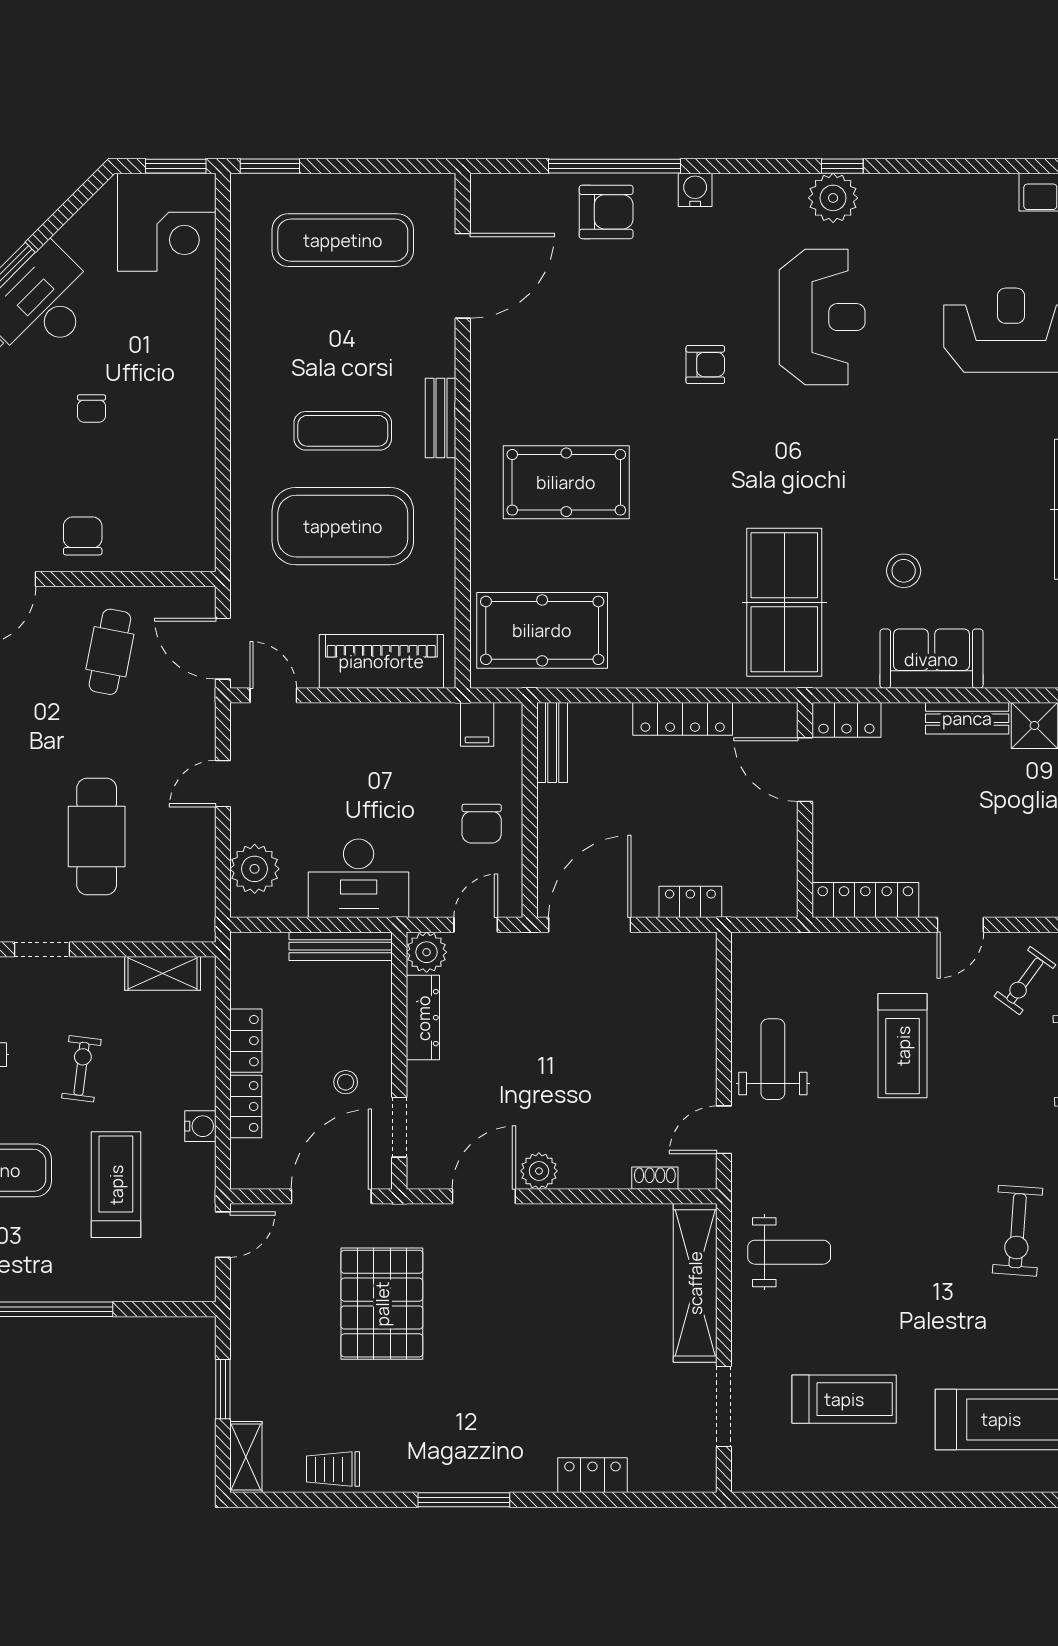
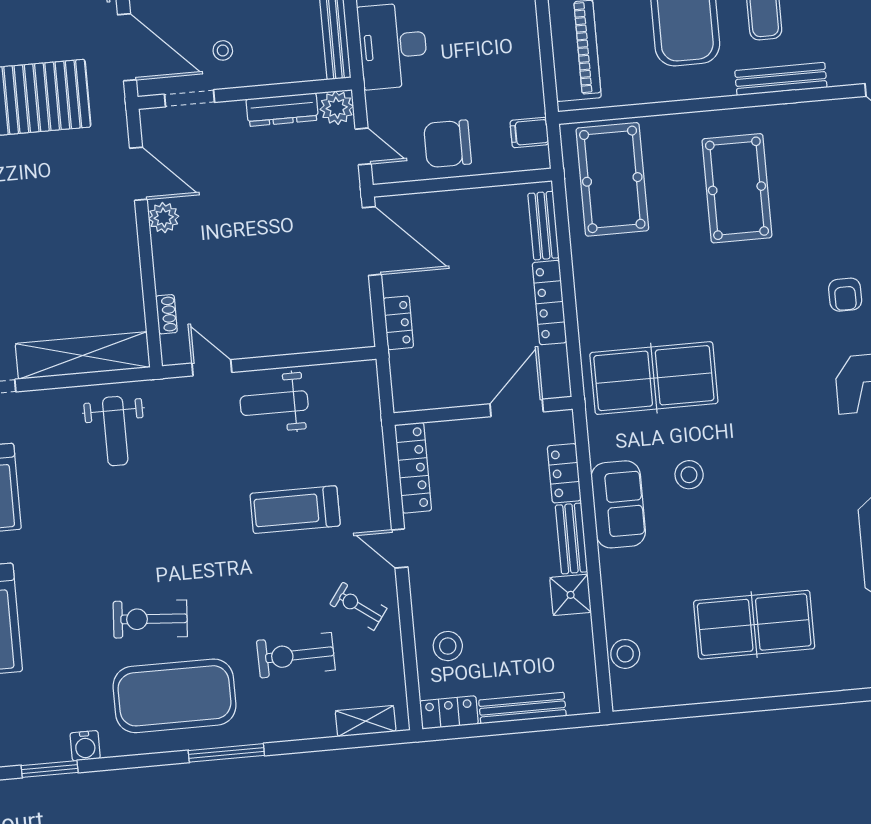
bench: (440, 418) -> (781, 79), width x1.36
locker: (846, 720) -> (564, 473), moved
bench: (552, 743) -> (543, 226), moved, turned 90
chair: (482, 824) -> (448, 144), width x1.37, depth x1.37
weight bench: (773, 1059) -> (274, 403), turned 180

